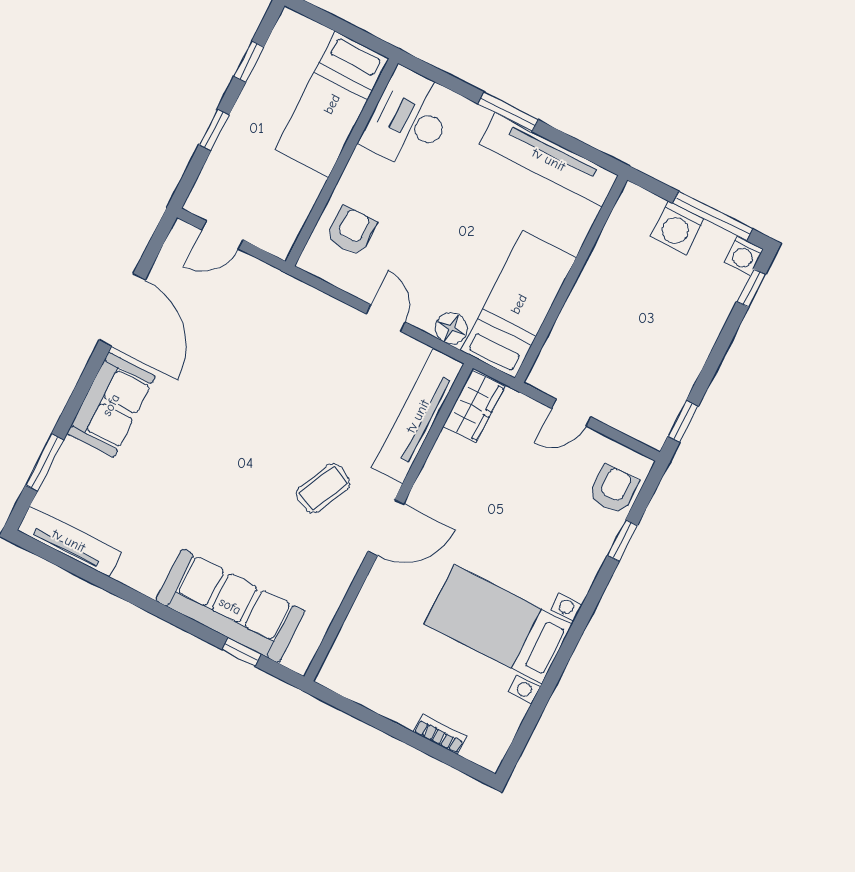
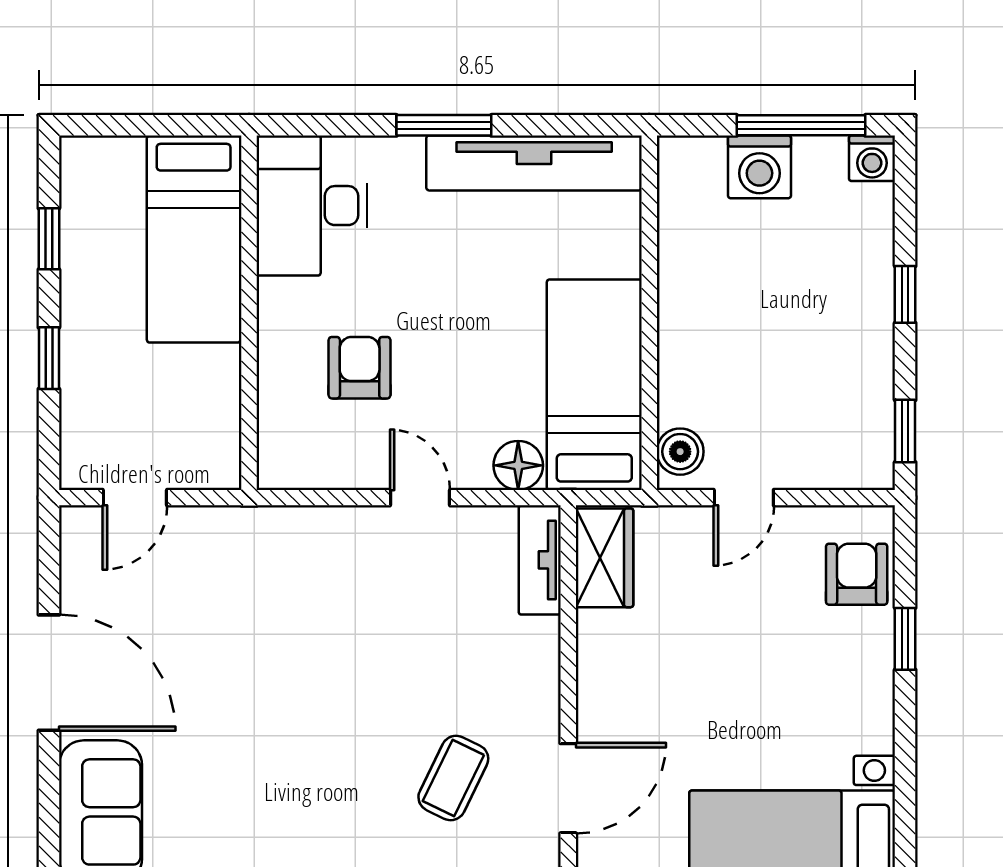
armchair: (351, 231) -> (360, 368), moved
window: (751, 288) -> (905, 294), moved
boiler: (548, 368) -> (680, 452), added
tv unit: (418, 416) -> (540, 560), width x0.52, depth x0.78

